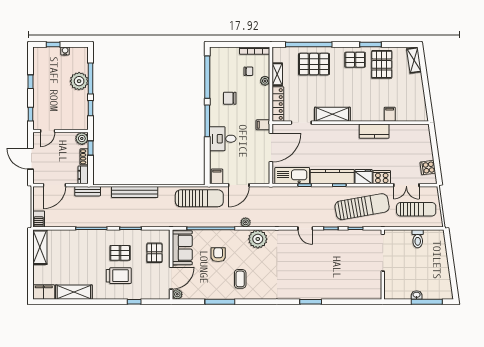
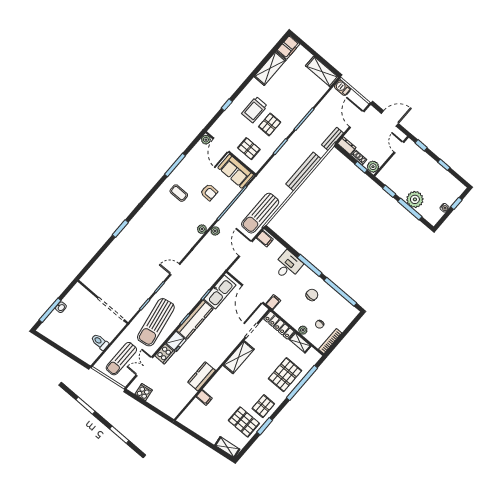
plant: (258, 239) -> (202, 229), width x0.53, depth x0.53

